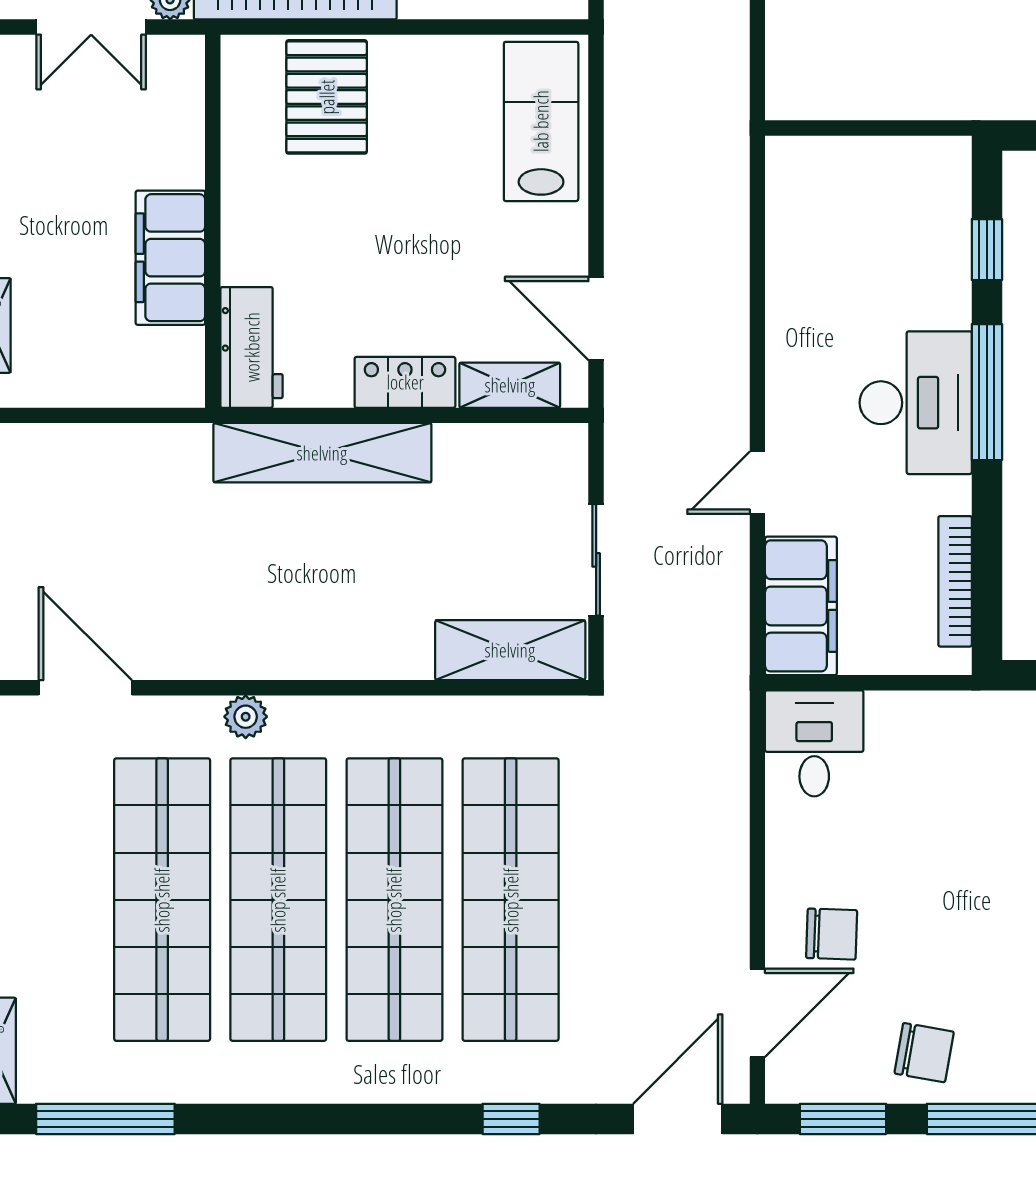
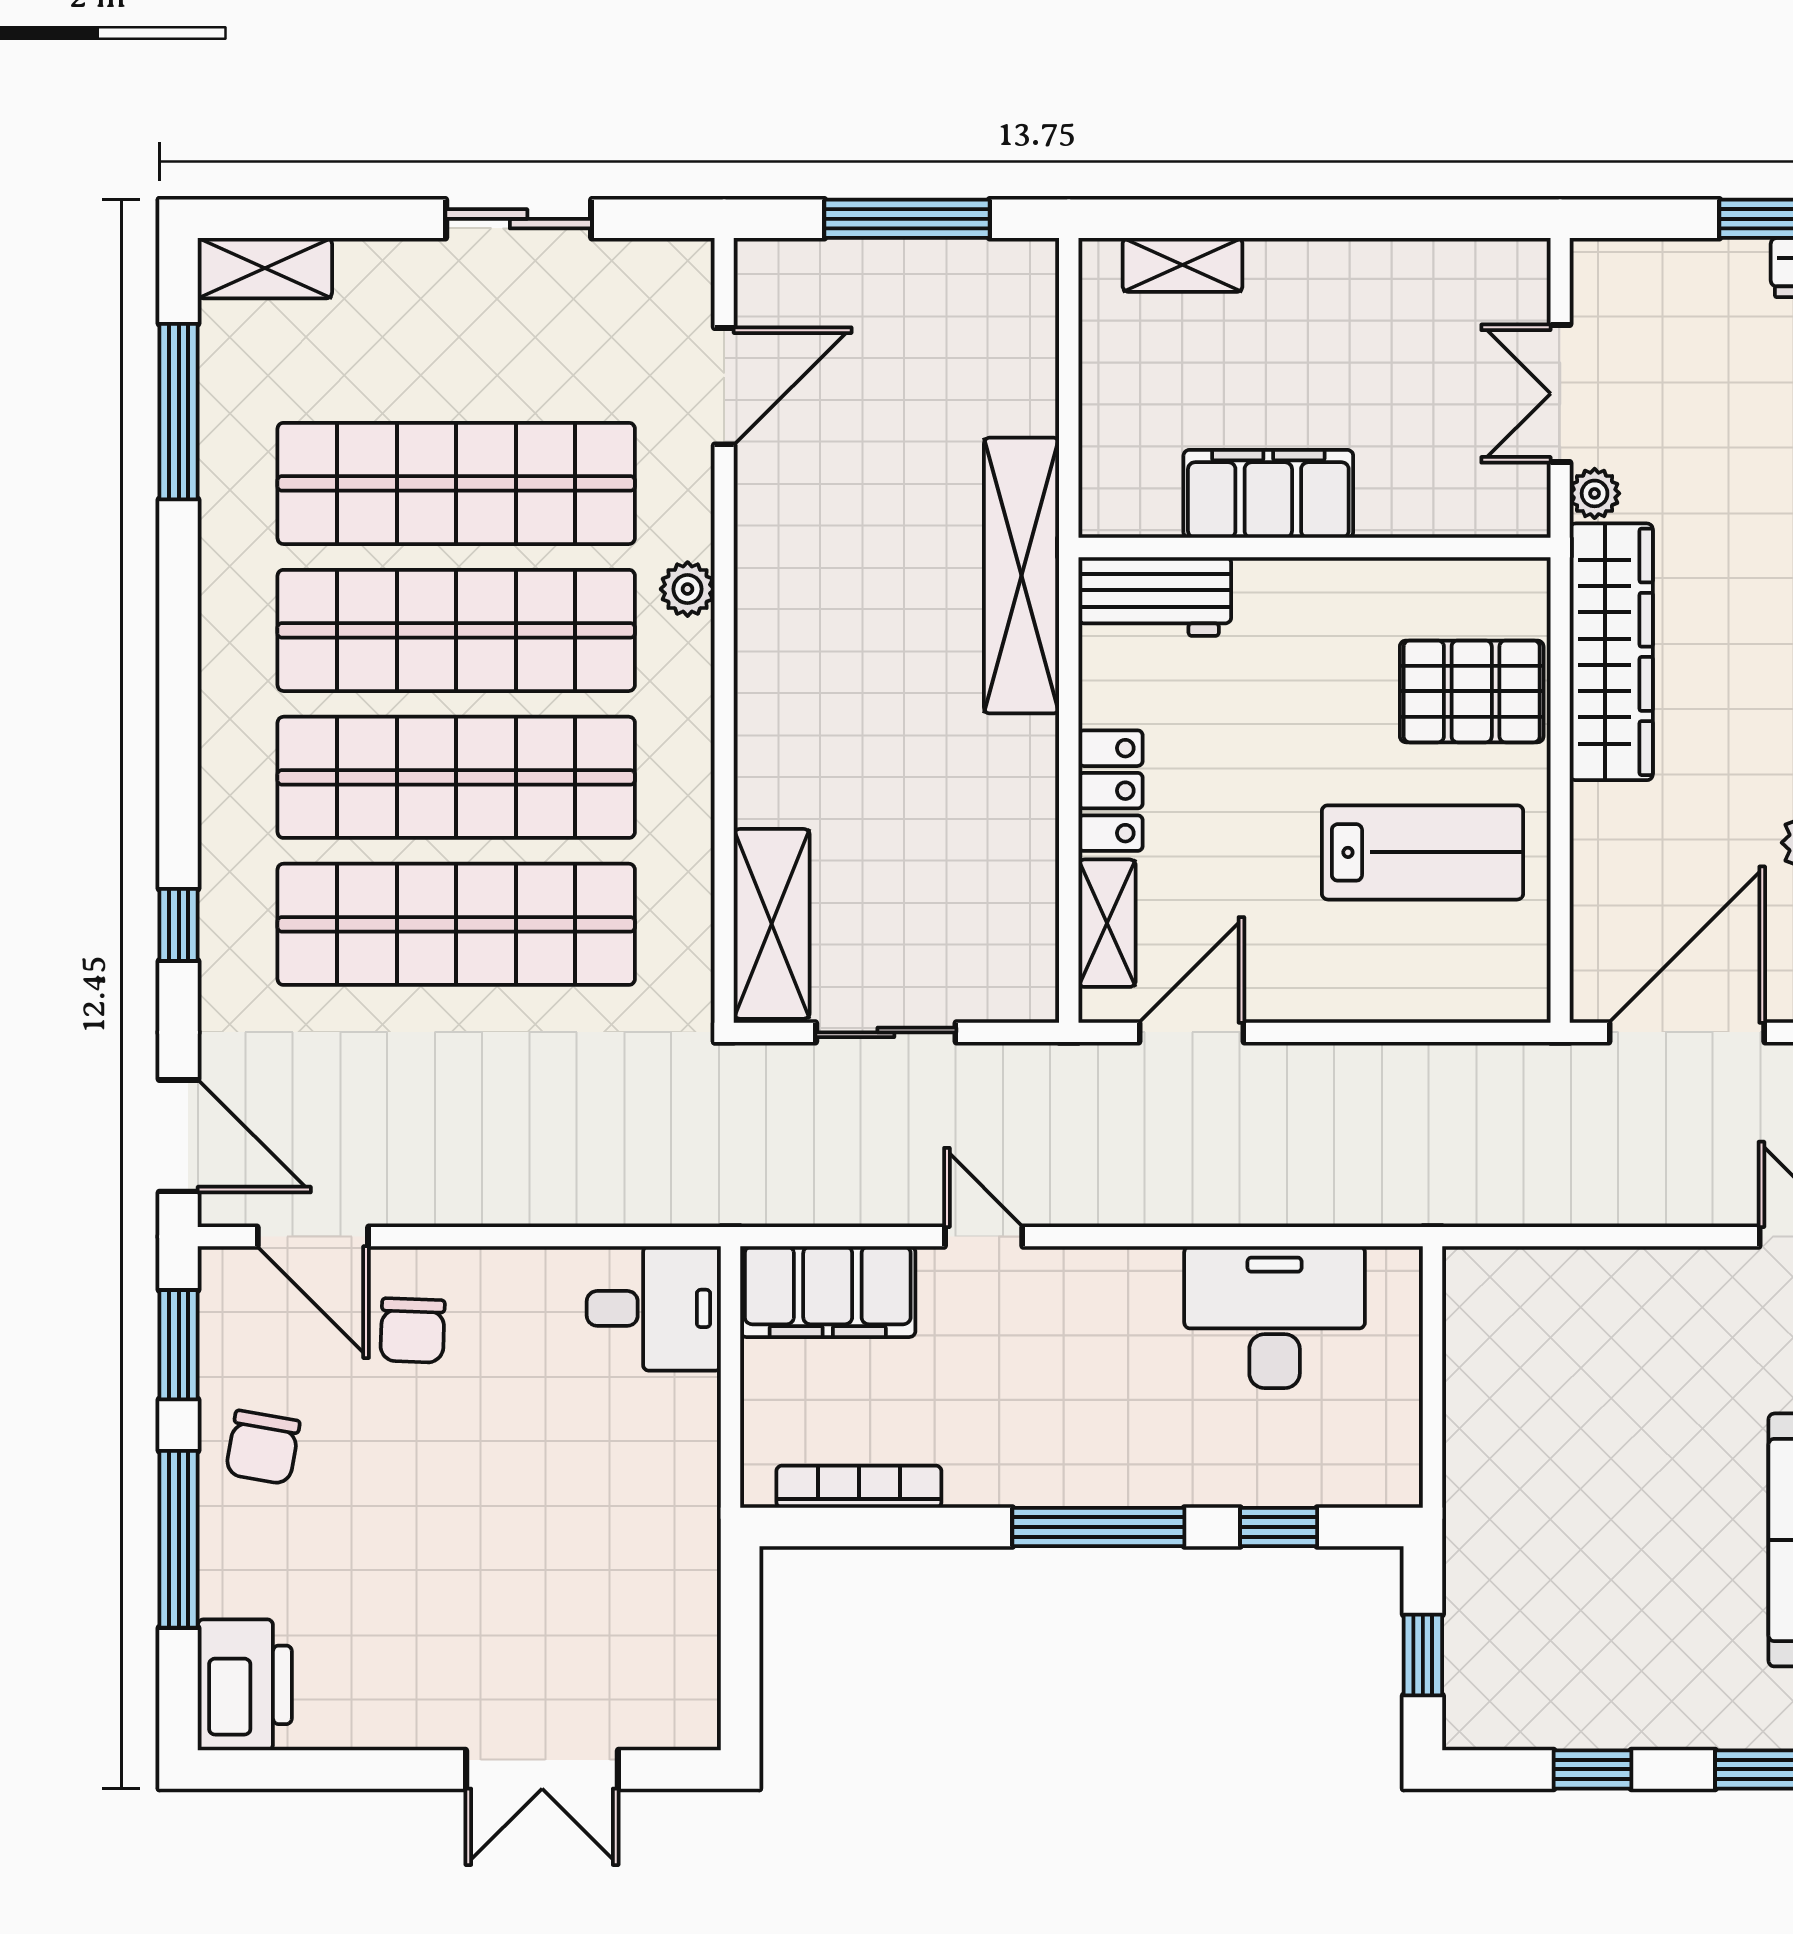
lab bench: (541, 121) -> (1423, 852), moved
desk: (916, 403) -> (1275, 1317), moved, turned 180
shelving: (322, 453) -> (1022, 576), moved

